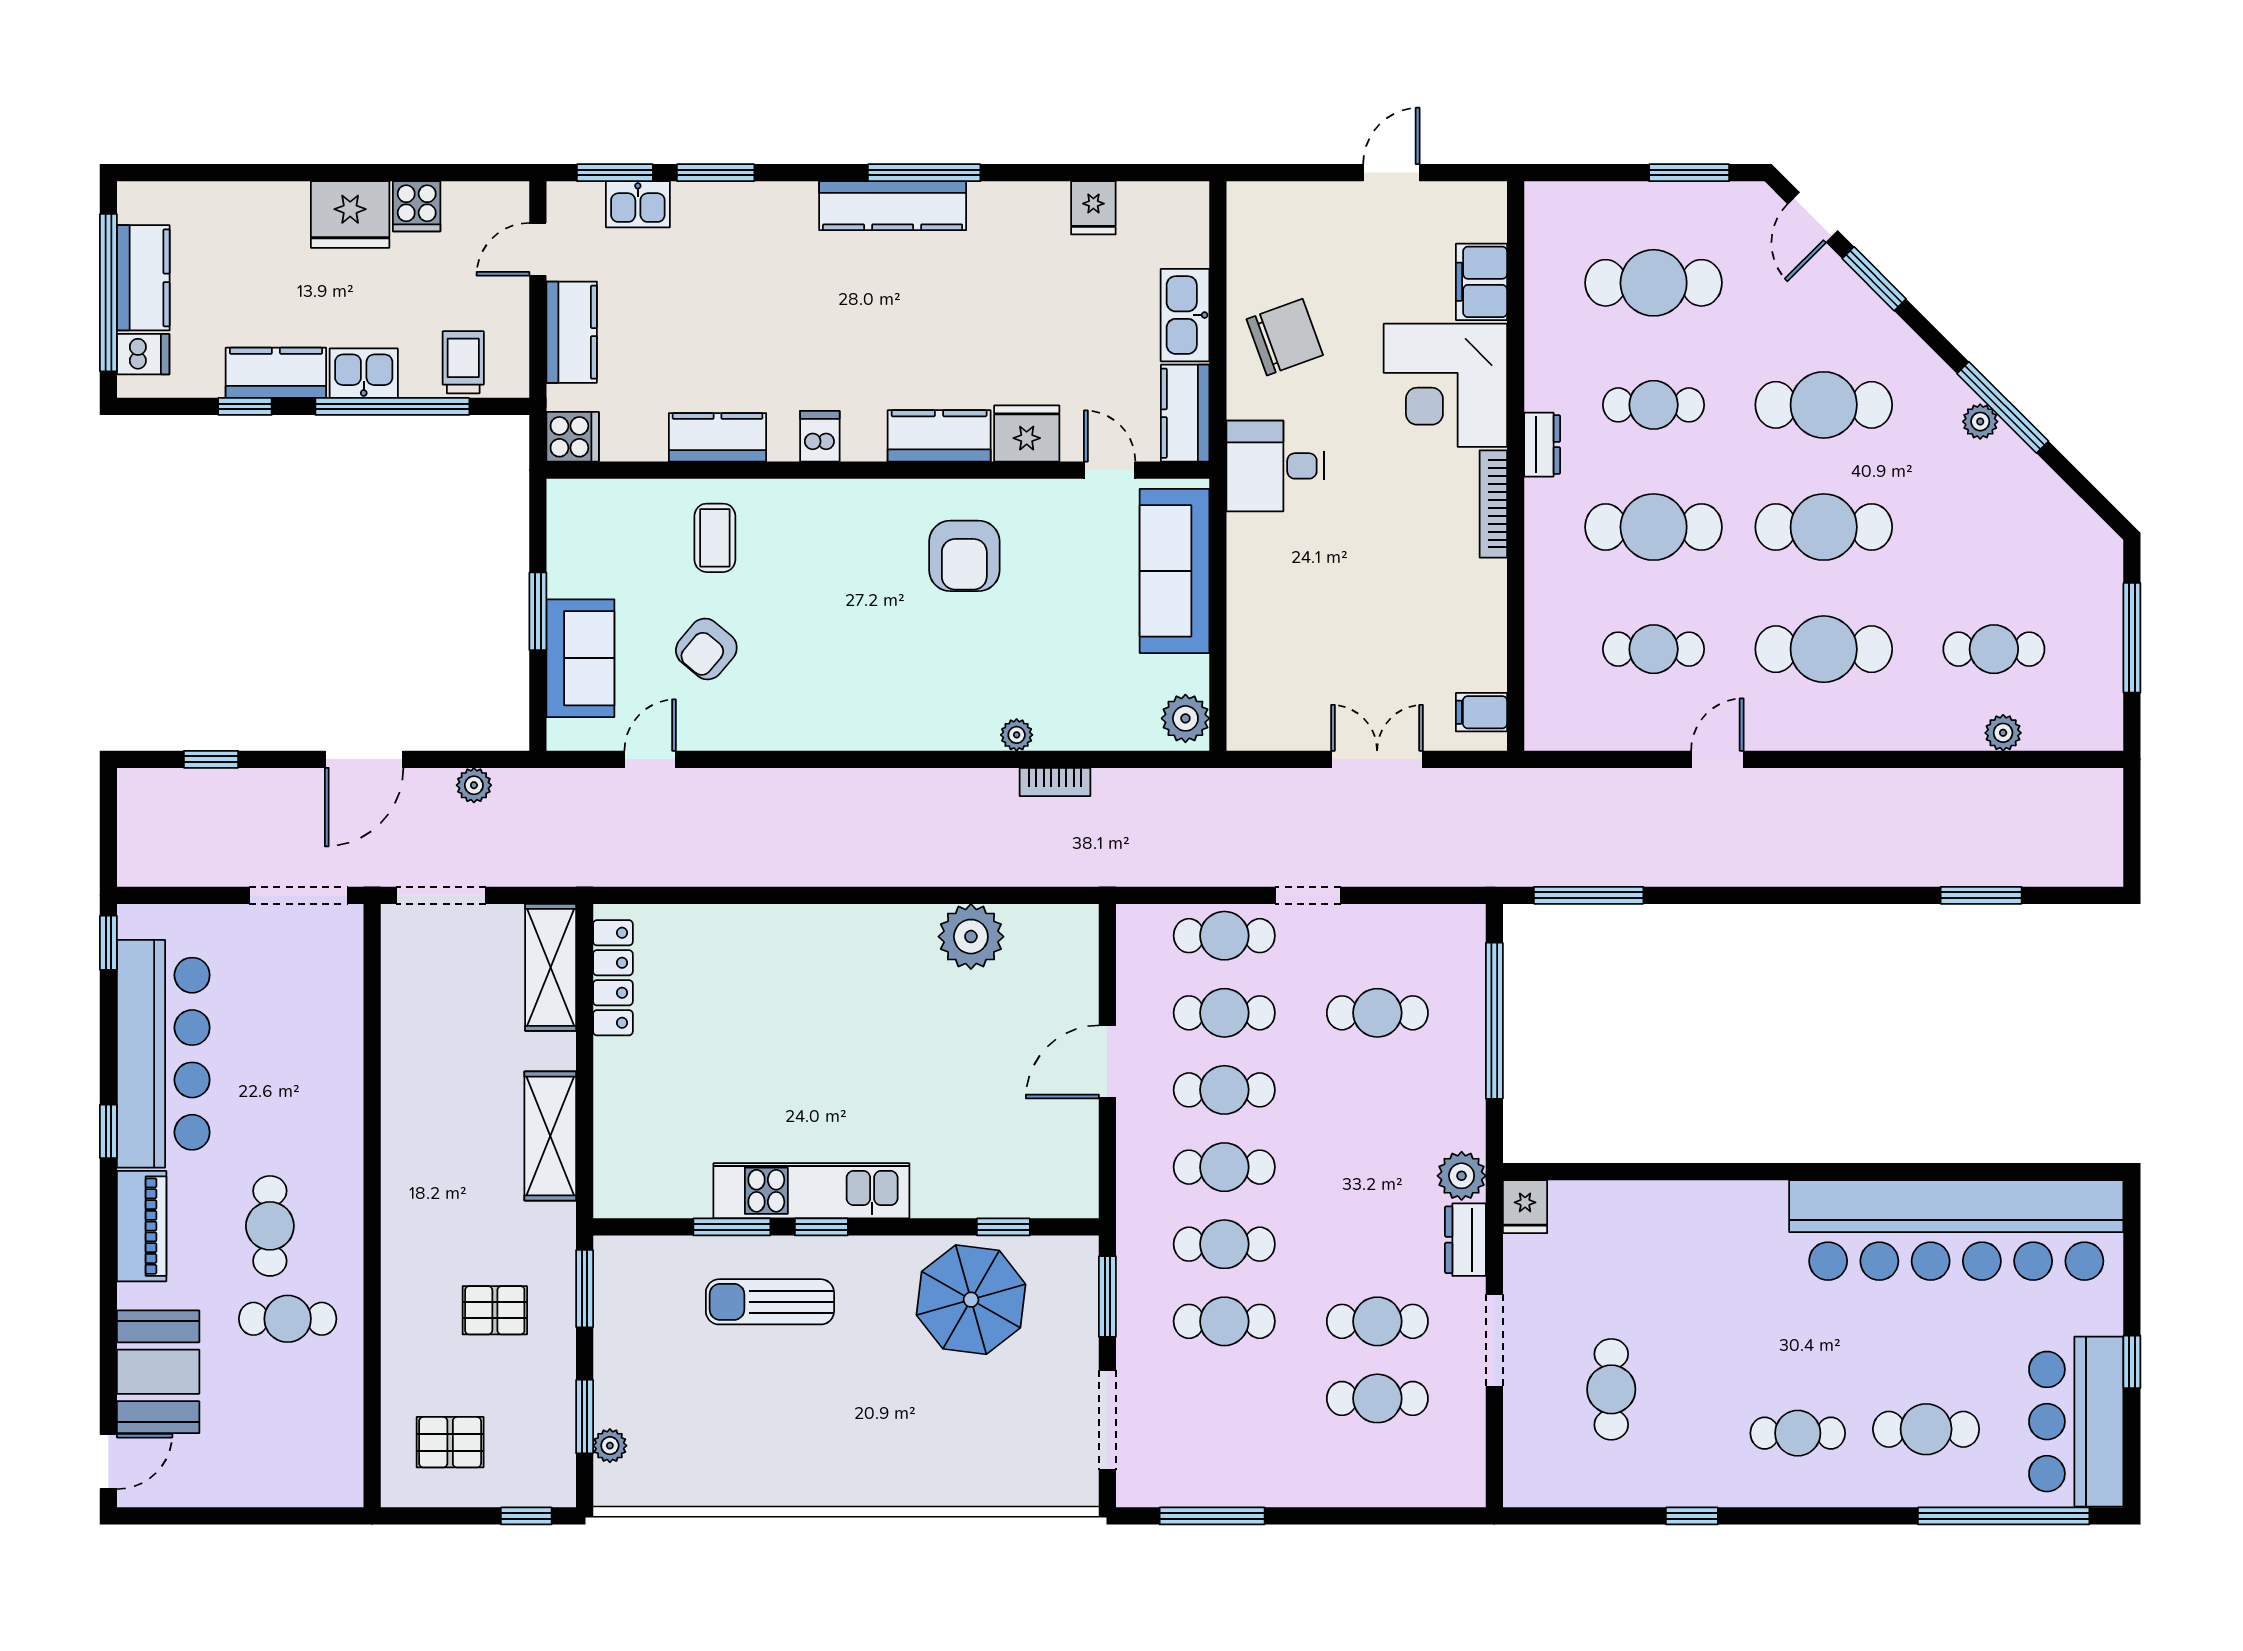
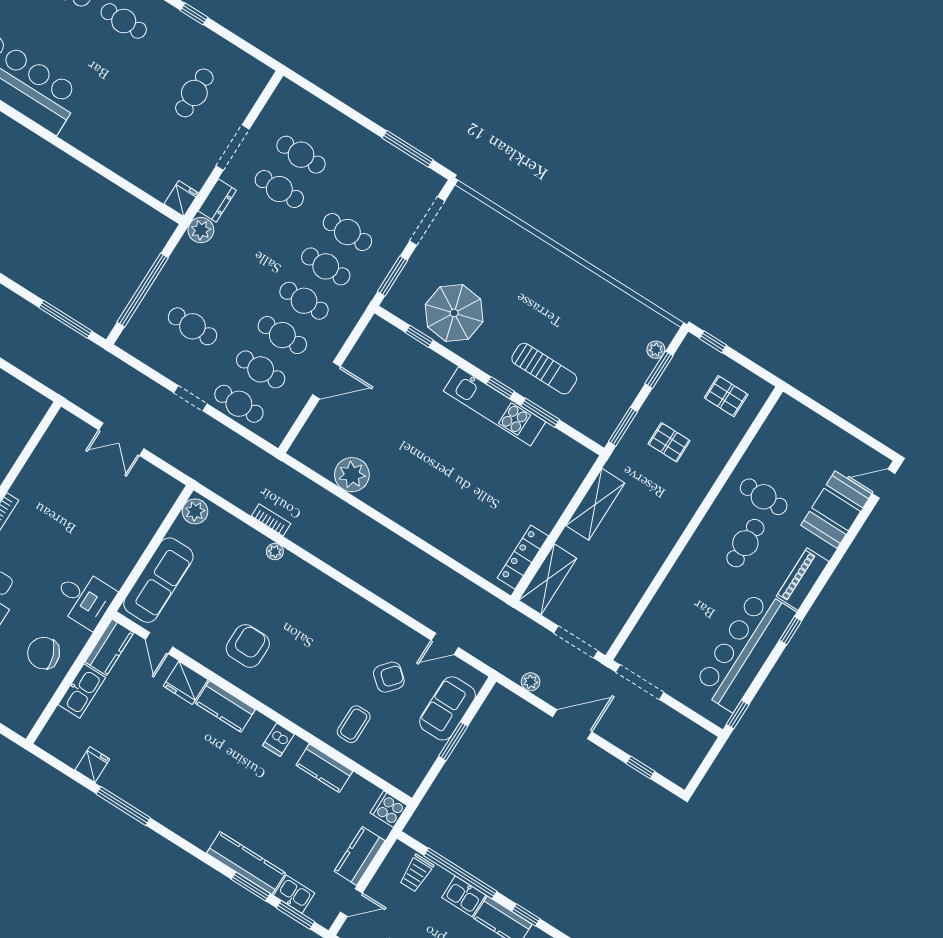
window: (924, 173) -> (123, 806), moved
kitchen counter: (893, 206) -> (246, 863), moved
filing cabinet: (1481, 712) -> (62, 431), removed

